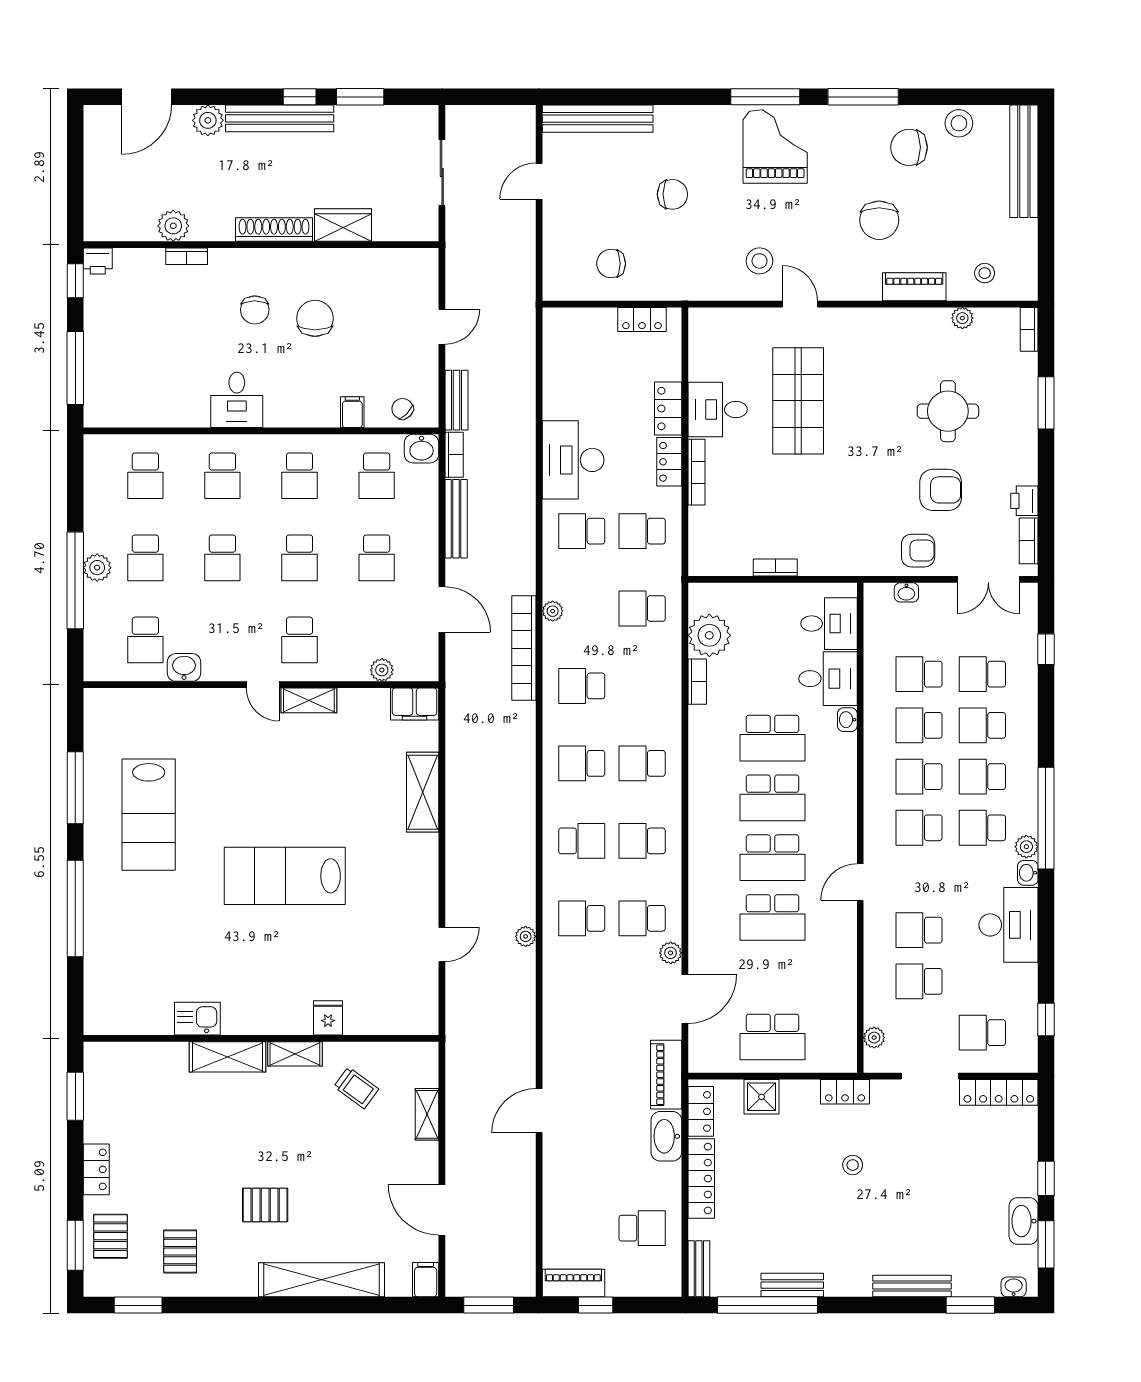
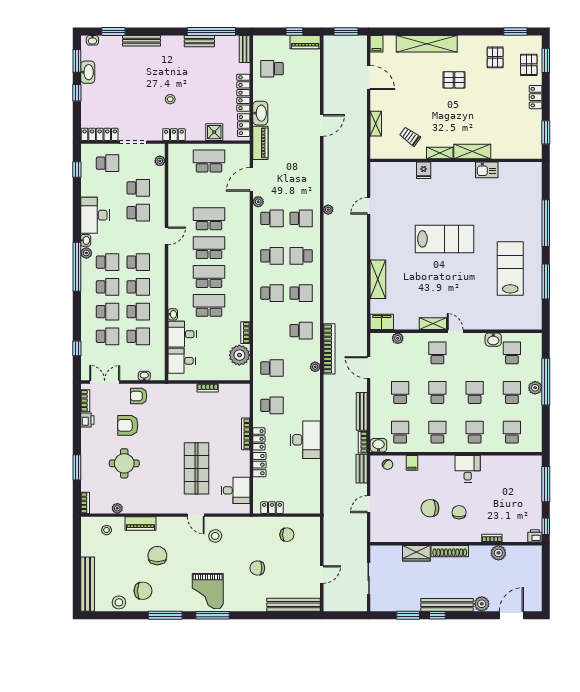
chair: (315, 318) -> (430, 508), turned 90
desk: (718, 409) -> (235, 490), moved
school desk: (582, 531) -> (301, 405), removed

